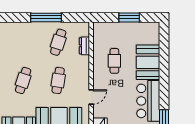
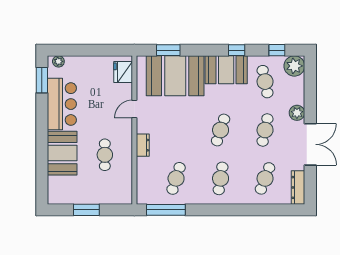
window: (46, 17) -> (166, 210), moved
dresser: (84, 46) -> (143, 145), moved
cafe table: (58, 80) -> (221, 178), moved

